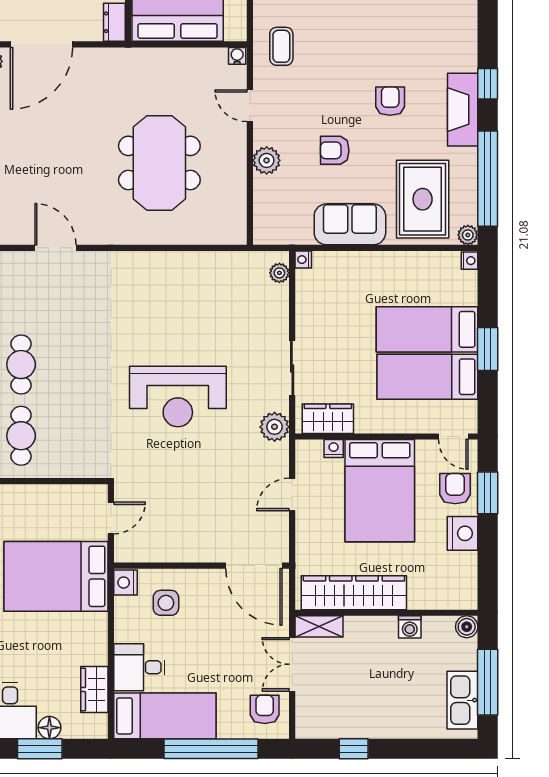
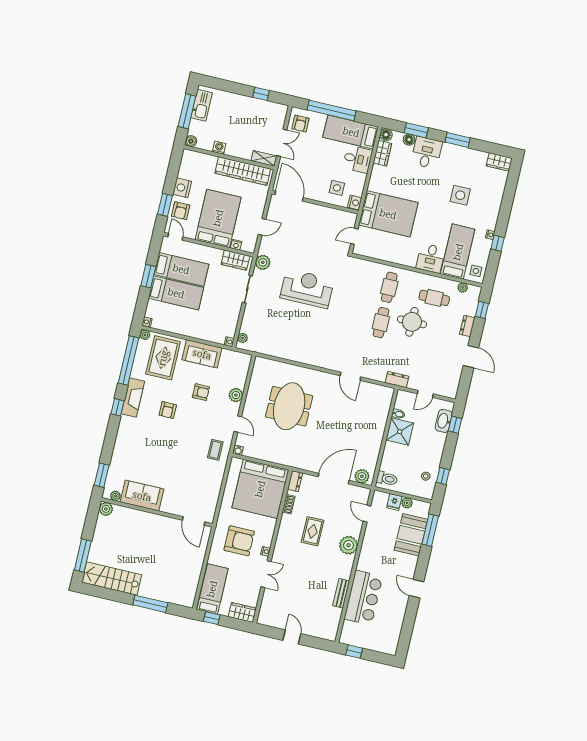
floor lamp: (96, 727) -> (386, 135), added

